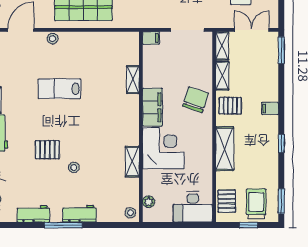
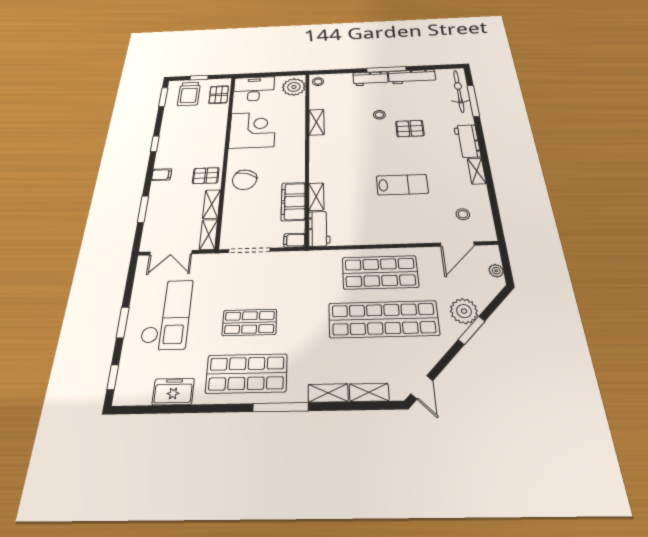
stool: (52, 39) -> (463, 214), moved
workbench: (131, 48) -> (319, 229), added
window: (281, 50) -> (143, 209), moved
filing cabinet: (152, 107) -> (293, 201), moved
corner desk: (163, 148) -> (252, 130), moved, turned 180
shelving: (225, 149) -> (216, 137), removed
plant: (149, 202) -> (294, 87), width x1.88, depth x1.88
workbench: (33, 214) -> (412, 77), width x1.38

